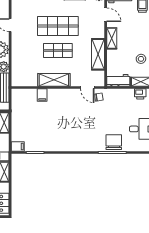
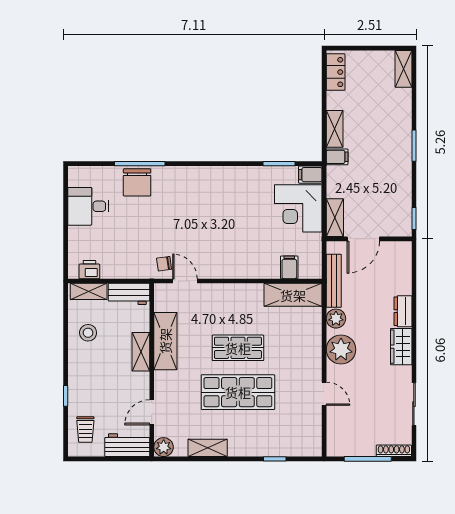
door: (106, 15) -> (152, 412), hinge flipped
shelving: (112, 38) -> (141, 352), moved
shelving: (54, 80) -> (293, 295), moved
filing cabinet: (42, 95) -> (289, 267), moved
corner desk: (25, 128) -> (298, 208), added

